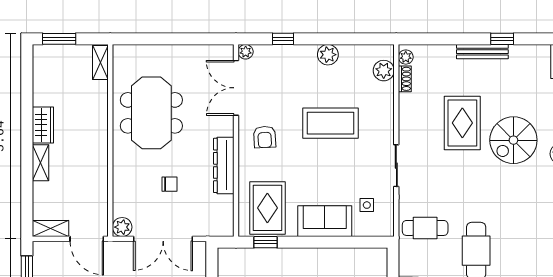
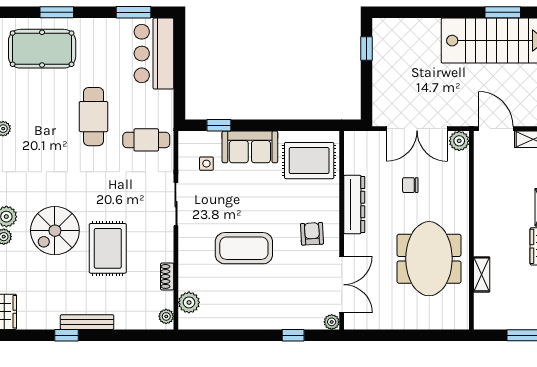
plant: (328, 55) -> (247, 319), removed
shelving: (100, 63) -> (482, 274), moved
shoe rack: (405, 79) -> (167, 276), moved
spiral stairs: (513, 140) -> (55, 231), turned 180
rug: (267, 208) -> (309, 161), turned 90
double door: (163, 239) -> (417, 129), swing flipped
window: (266, 242) -> (219, 125), moved

